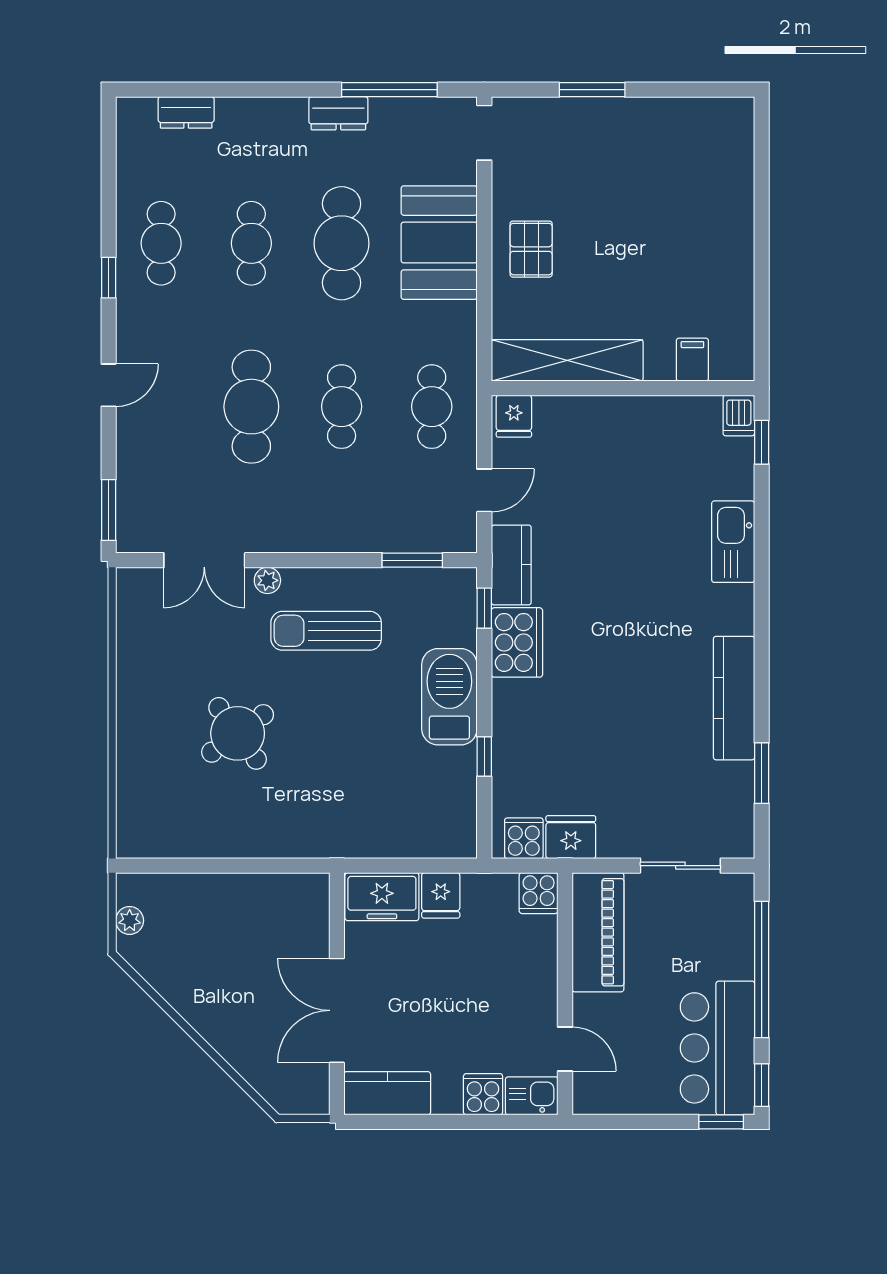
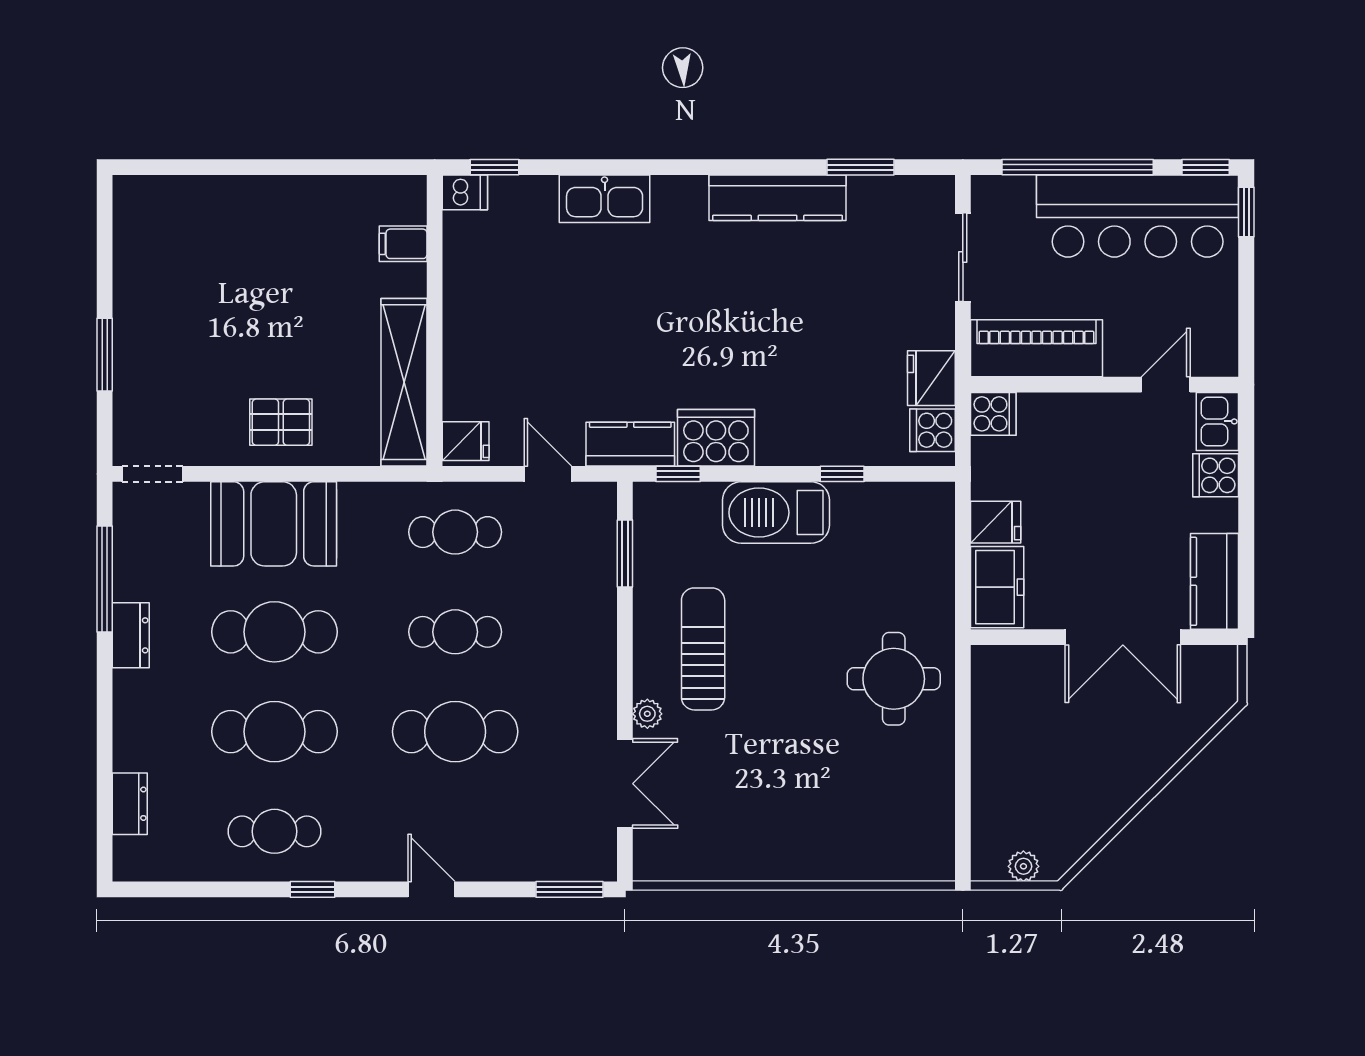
cafe table: (251, 243) -> (274, 732), width x1.37, depth x1.35
sun lounger: (326, 631) -> (703, 649), turned 180
round table: (238, 733) -> (894, 679), moved, turned 36
bar counter: (717, 1048) -> (1138, 216), width x1.36

